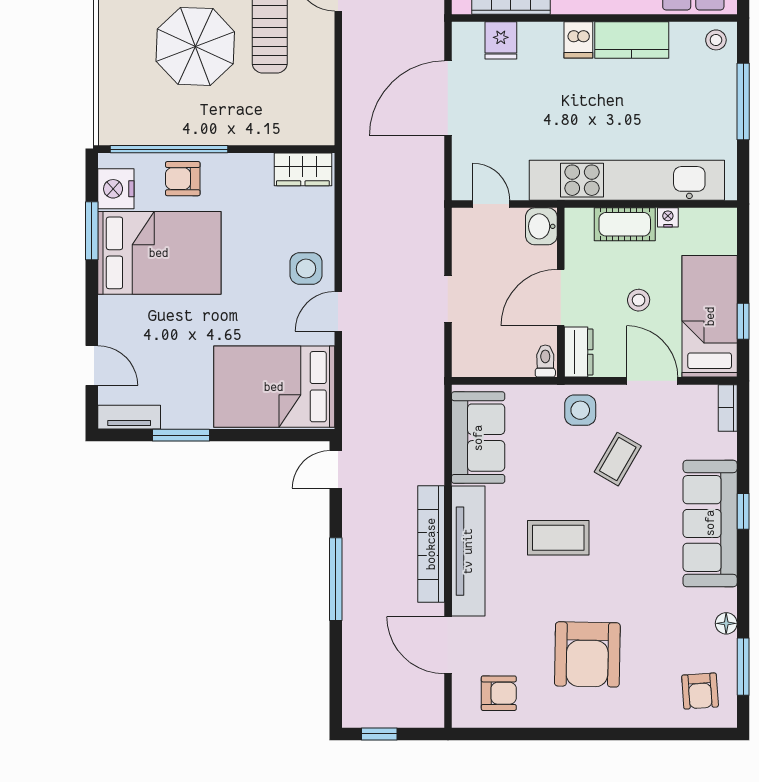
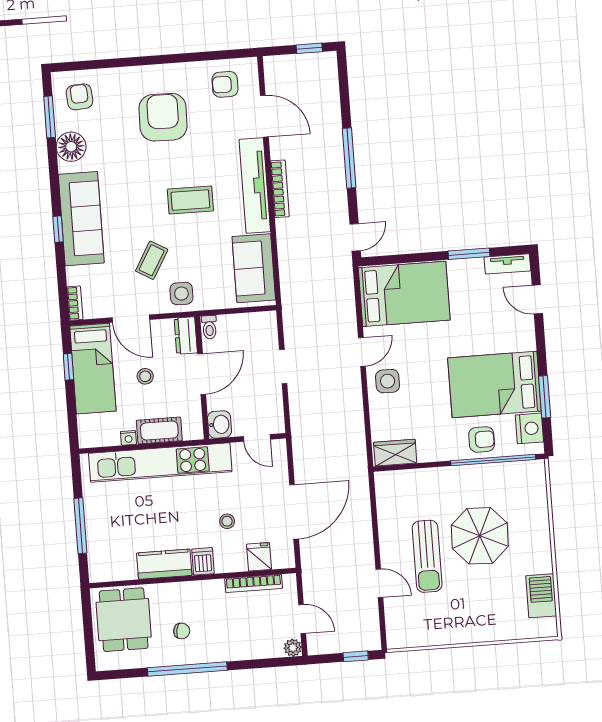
stool: (716, 40) -> (227, 521), moved
bookcase: (431, 544) -> (280, 189), width x0.68, depth x0.76
floor lamp: (726, 623) -> (71, 147), width x1.89, depth x1.89

